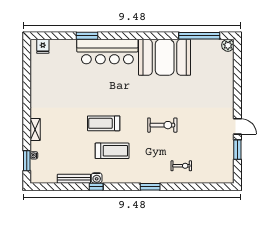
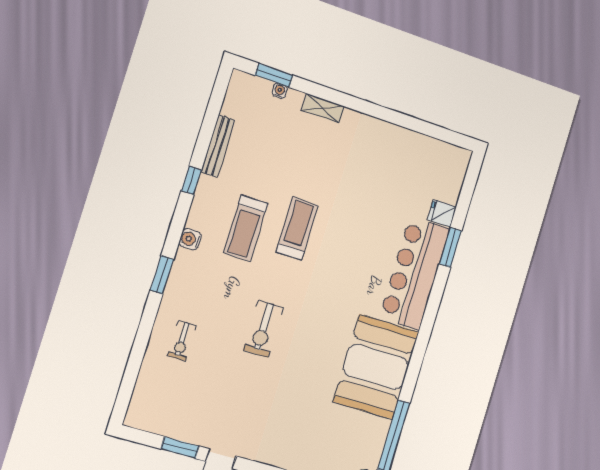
fridge: (43, 46) -> (442, 213), moved
water cooler: (97, 178) -> (190, 239), moved

